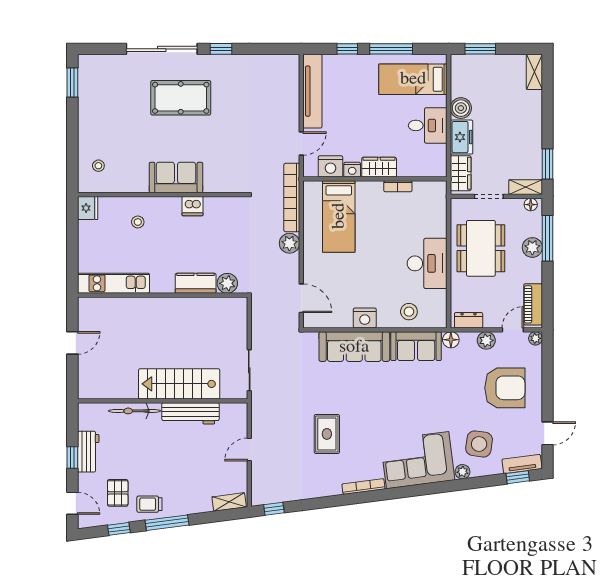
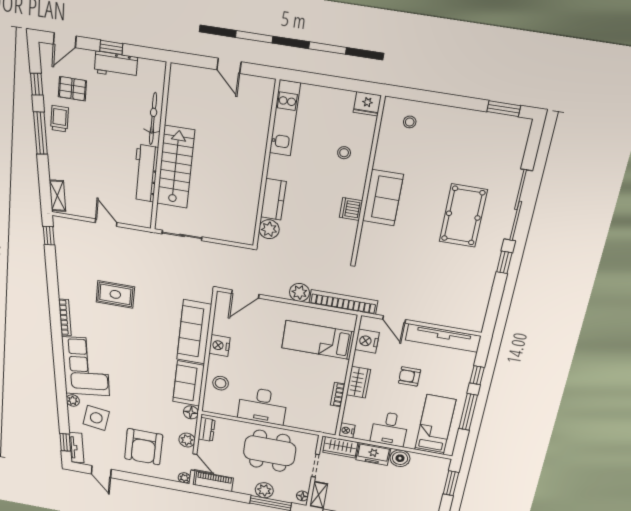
armchair: (362, 116) -> (409, 376), added
nightstand: (352, 170) -> (347, 430), moved

